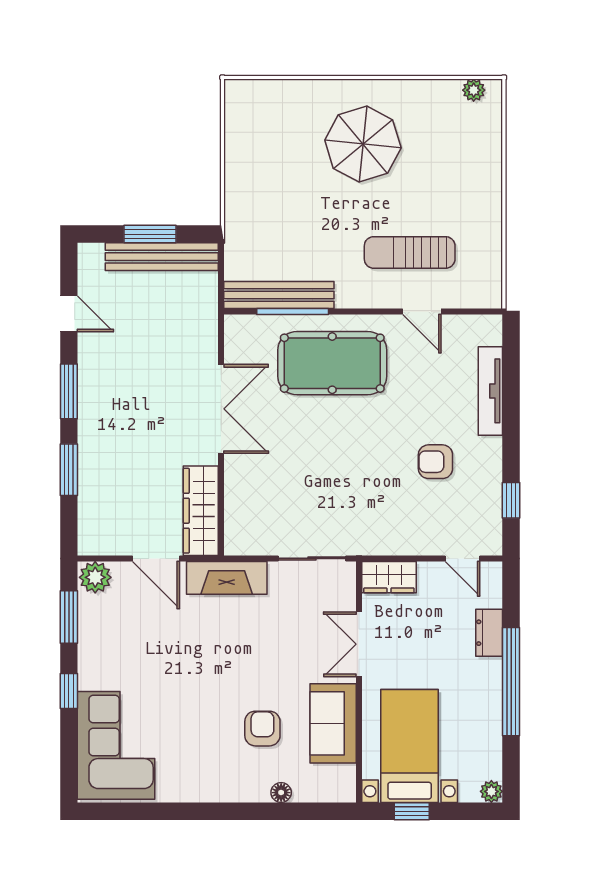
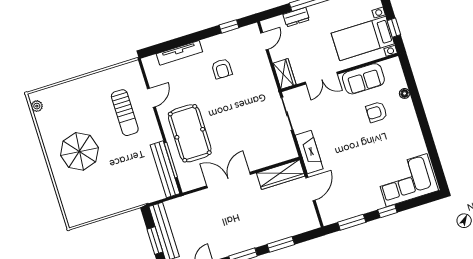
plant: (95, 577) -> (329, 215), removed

